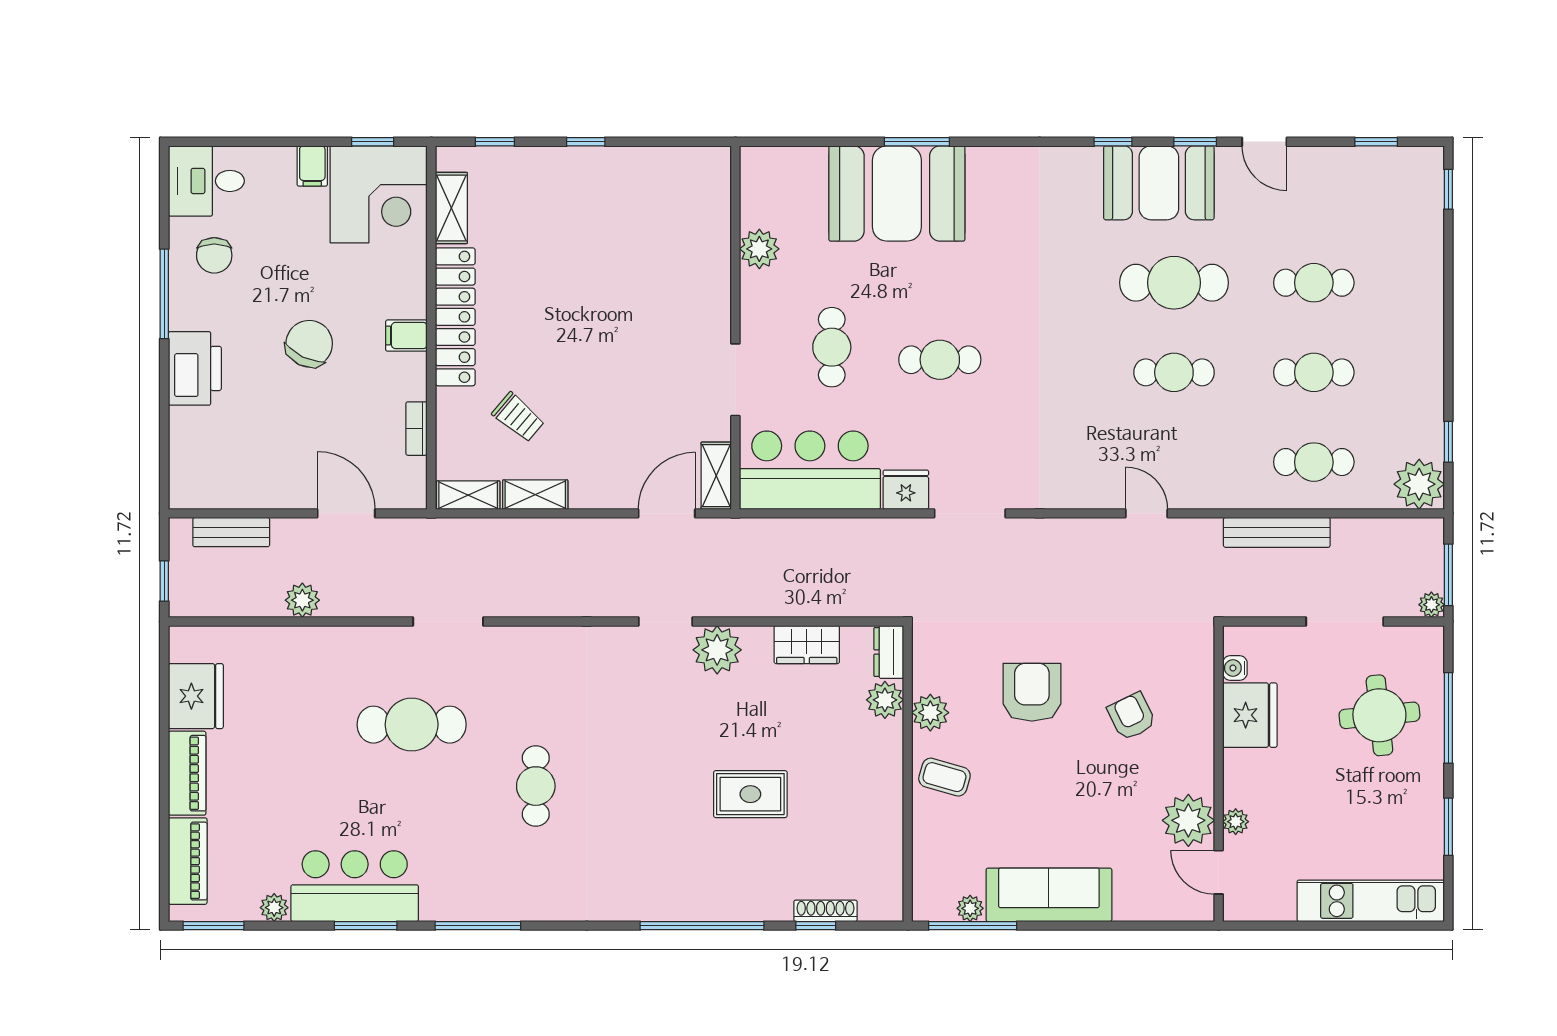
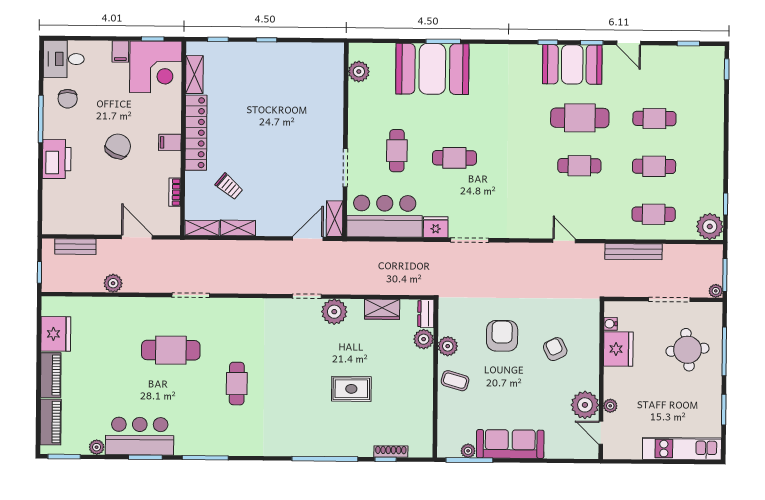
plant: (759, 249) -> (359, 72), moved

